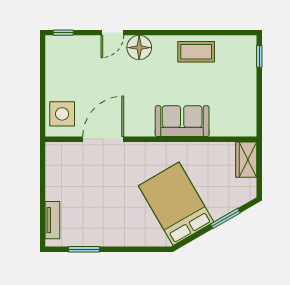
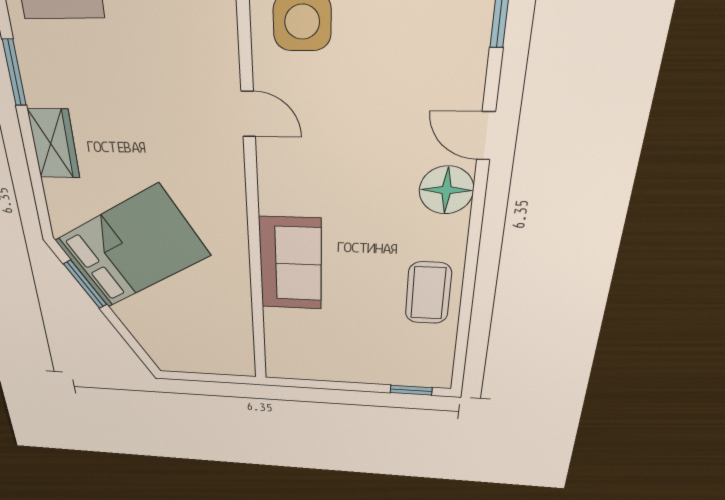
door: (103, 139) -> (248, 114), width x0.53
wardrobe: (246, 160) -> (54, 144), moved, turned 90
window: (225, 218) -> (85, 284), moved

